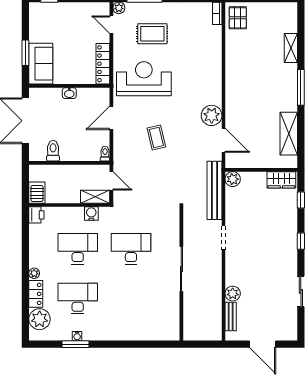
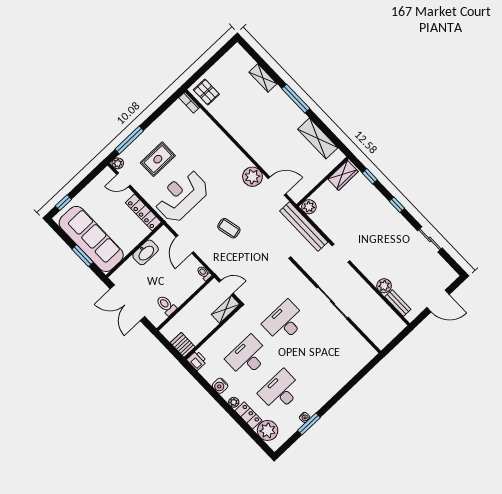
sofa: (41, 64) -> (91, 239), width x1.85, depth x1.27
washbasin: (69, 93) -> (146, 252), width x1.91, depth x1.45
water cooler: (91, 213) -> (220, 386), moved, turned -90

